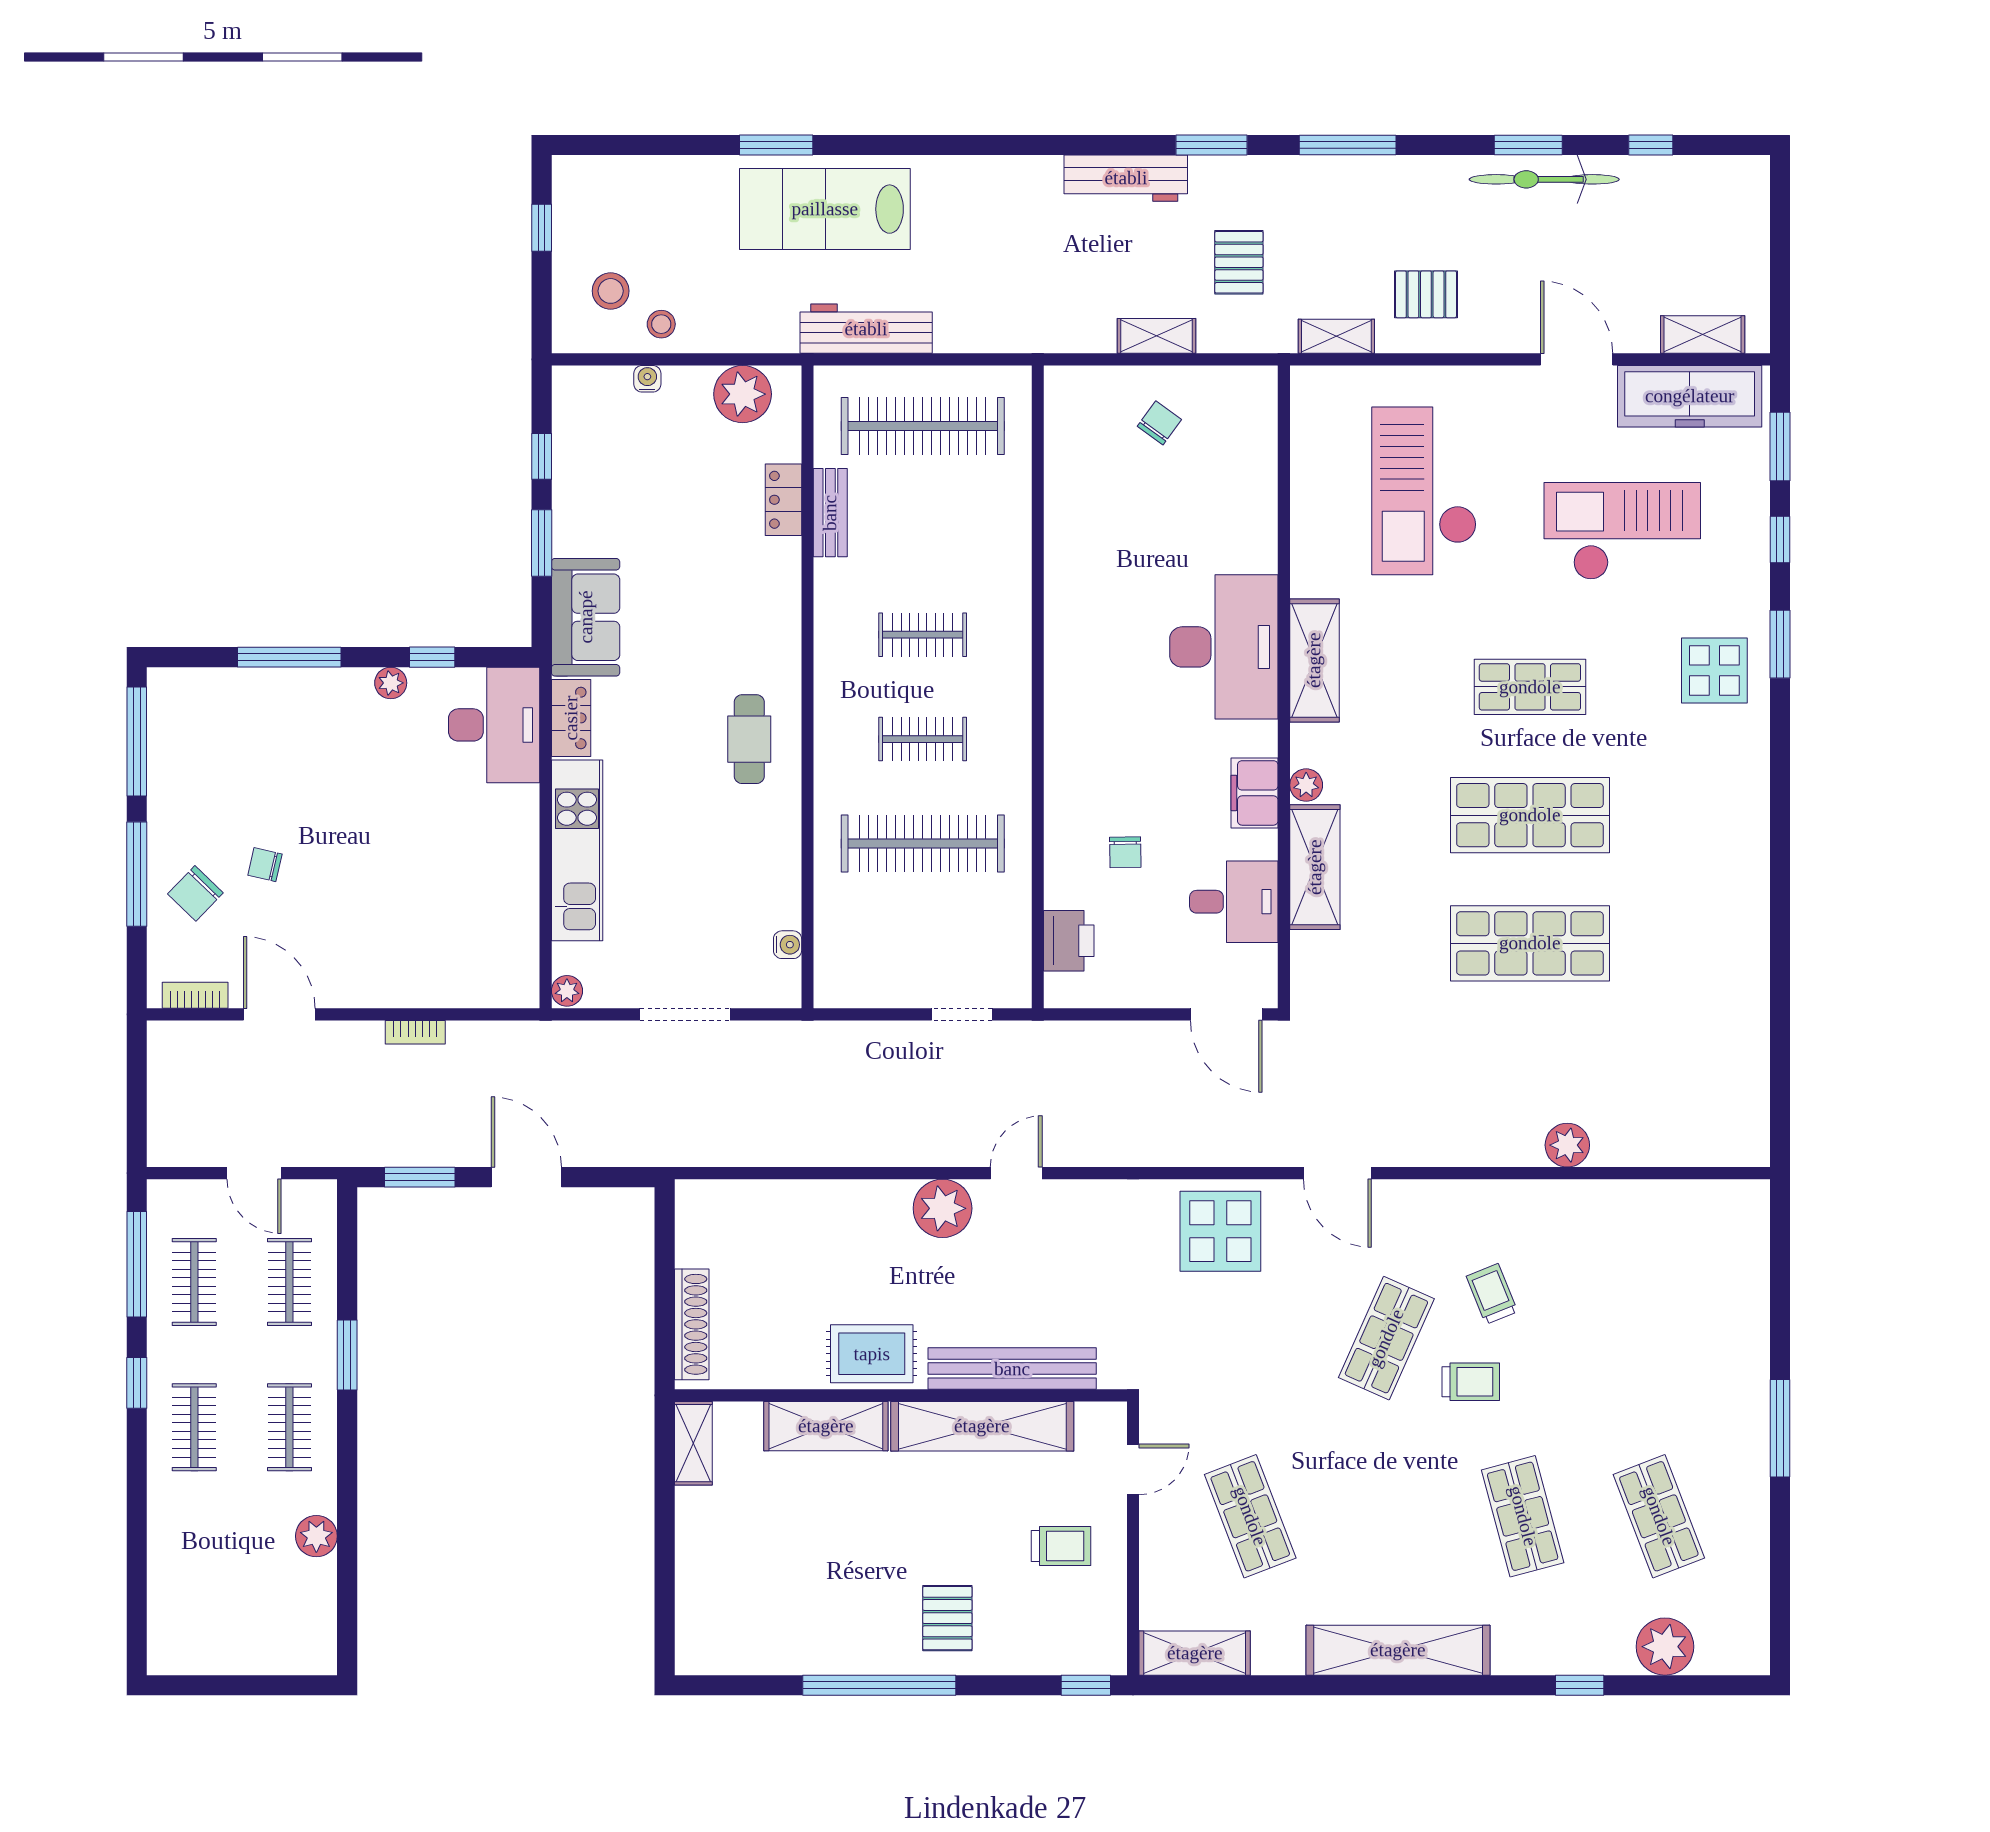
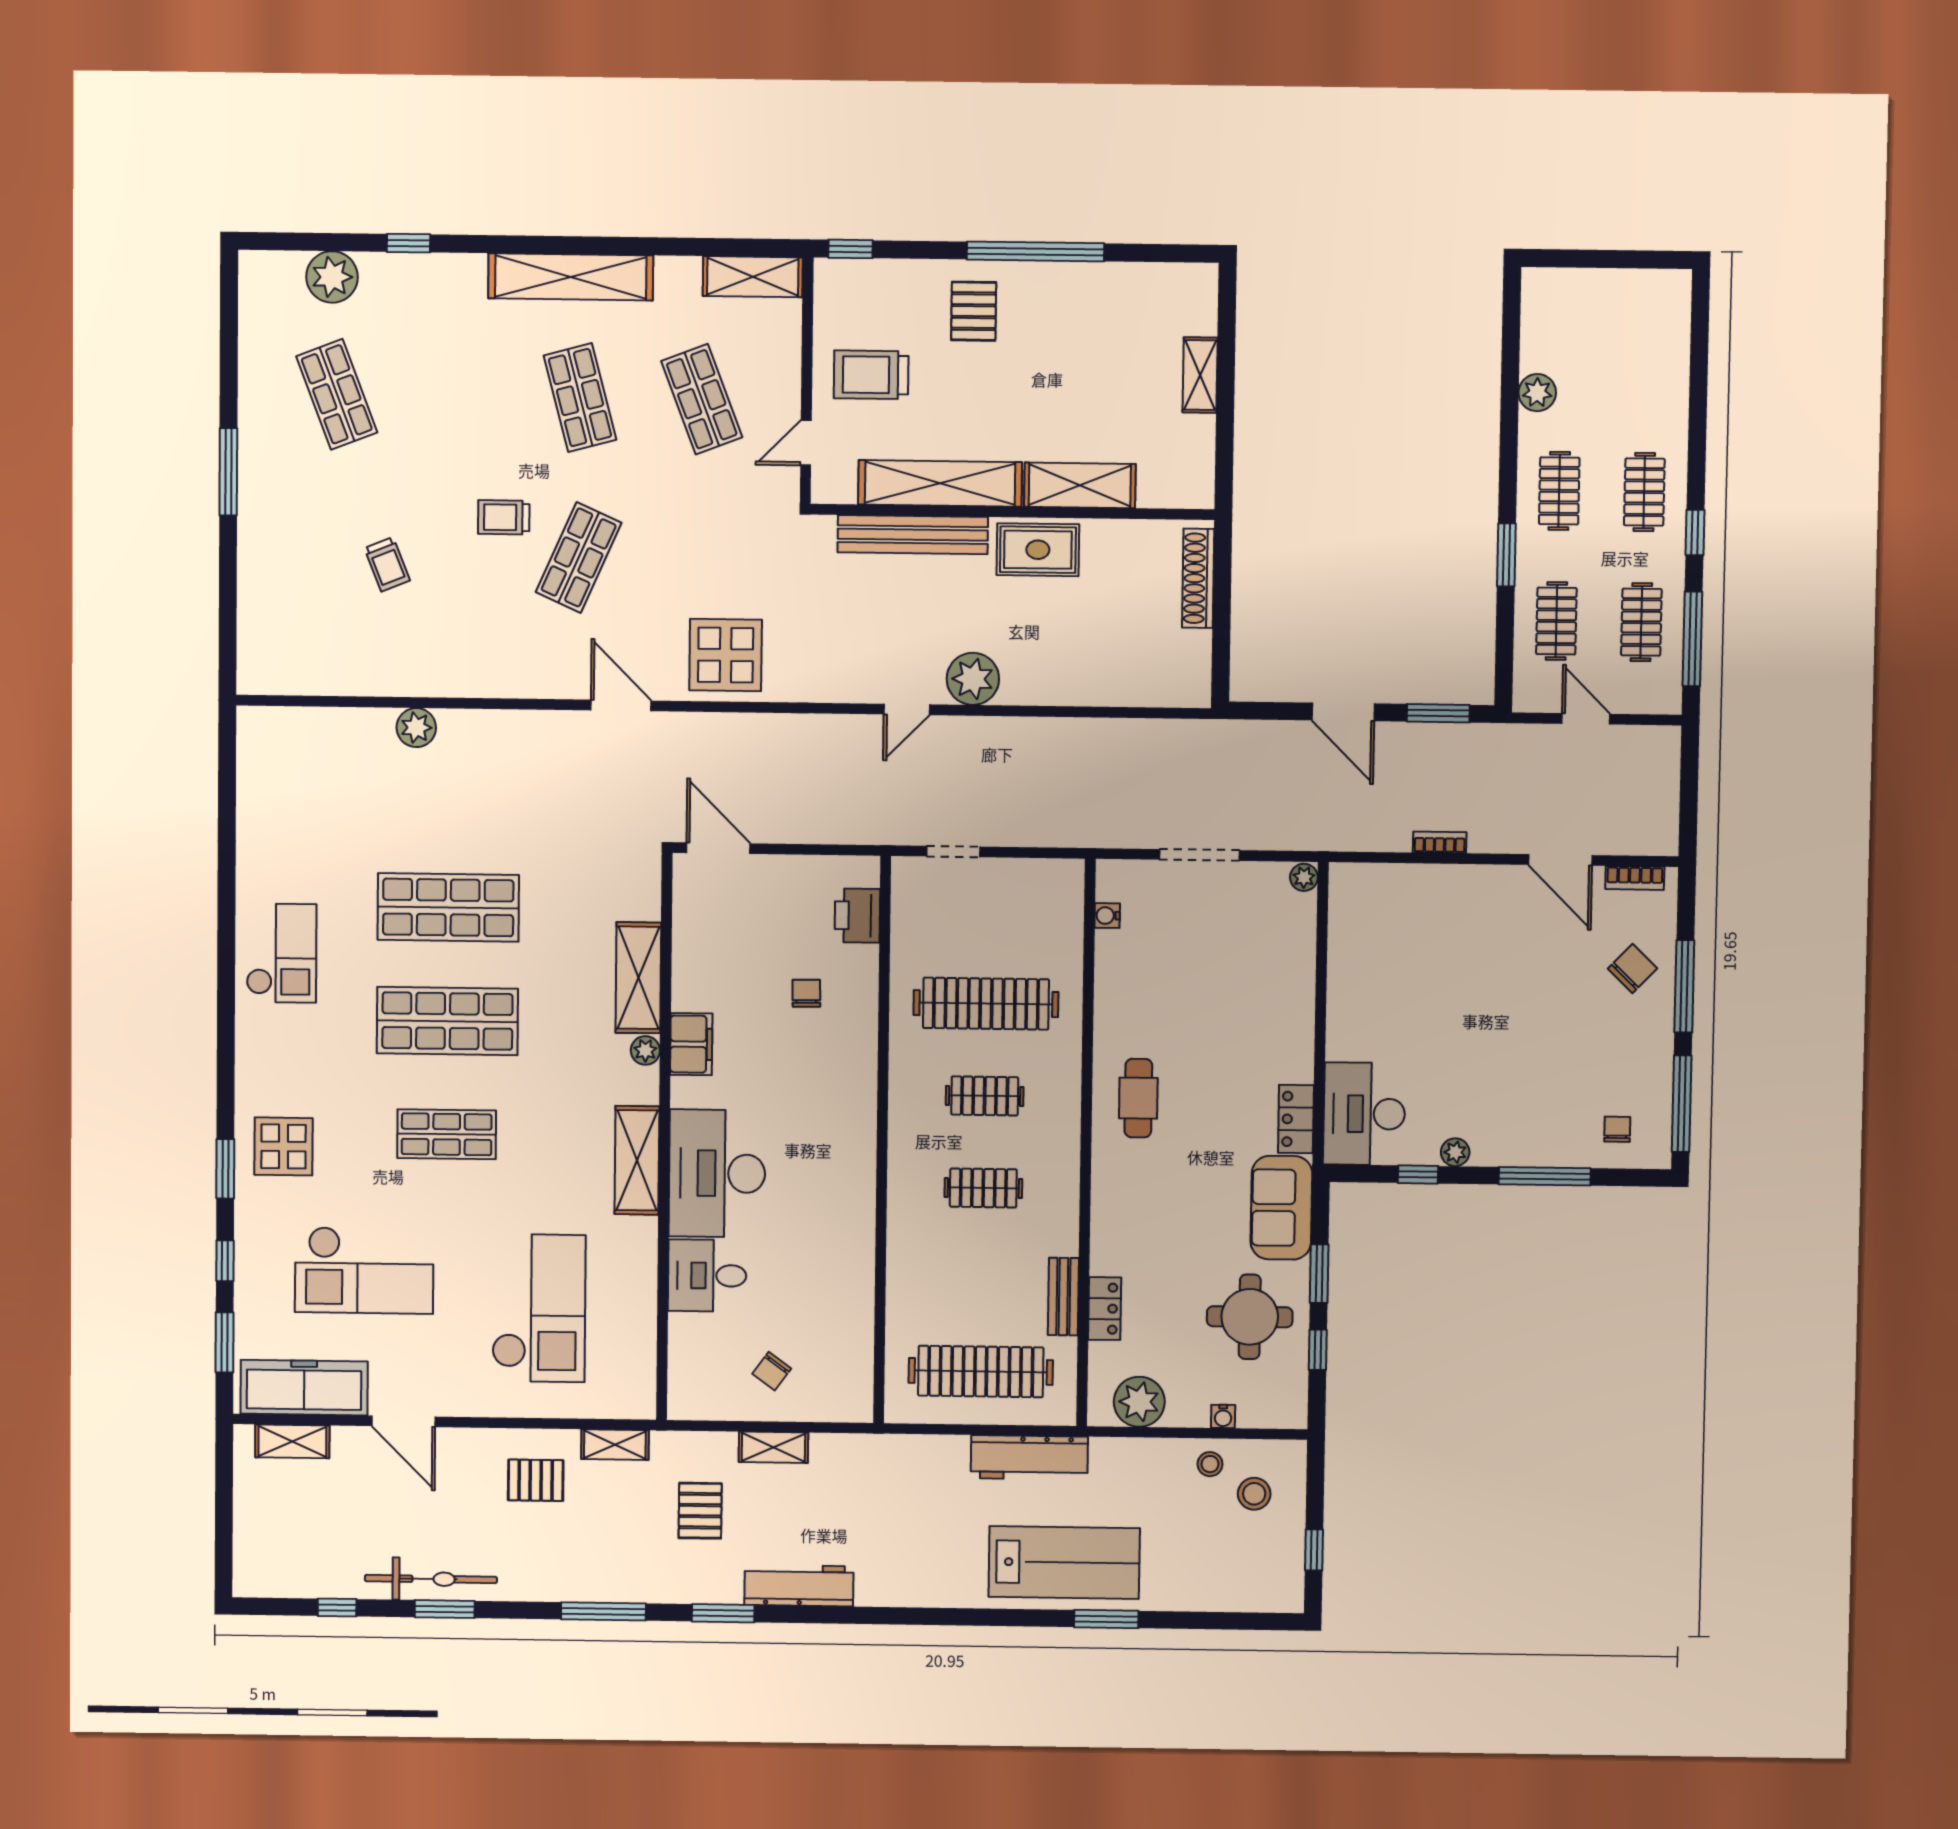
round table: (619, 493) -> (1250, 1317), added
kitchen unit: (577, 850) -> (1293, 1002), removed
chair: (265, 865) -> (1617, 1129), moved, turned -103
checkout: (1718, 889) -> (281, 953), added
desk: (1234, 902) -> (707, 1276), moved
trolley: (1492, 1294) -> (387, 564), moved
shelving: (693, 1443) -> (1200, 375), moved
shop shelf: (1523, 1516) -> (580, 398), moved
trolley: (1061, 1546) -> (871, 375), width x1.36, depth x1.39

